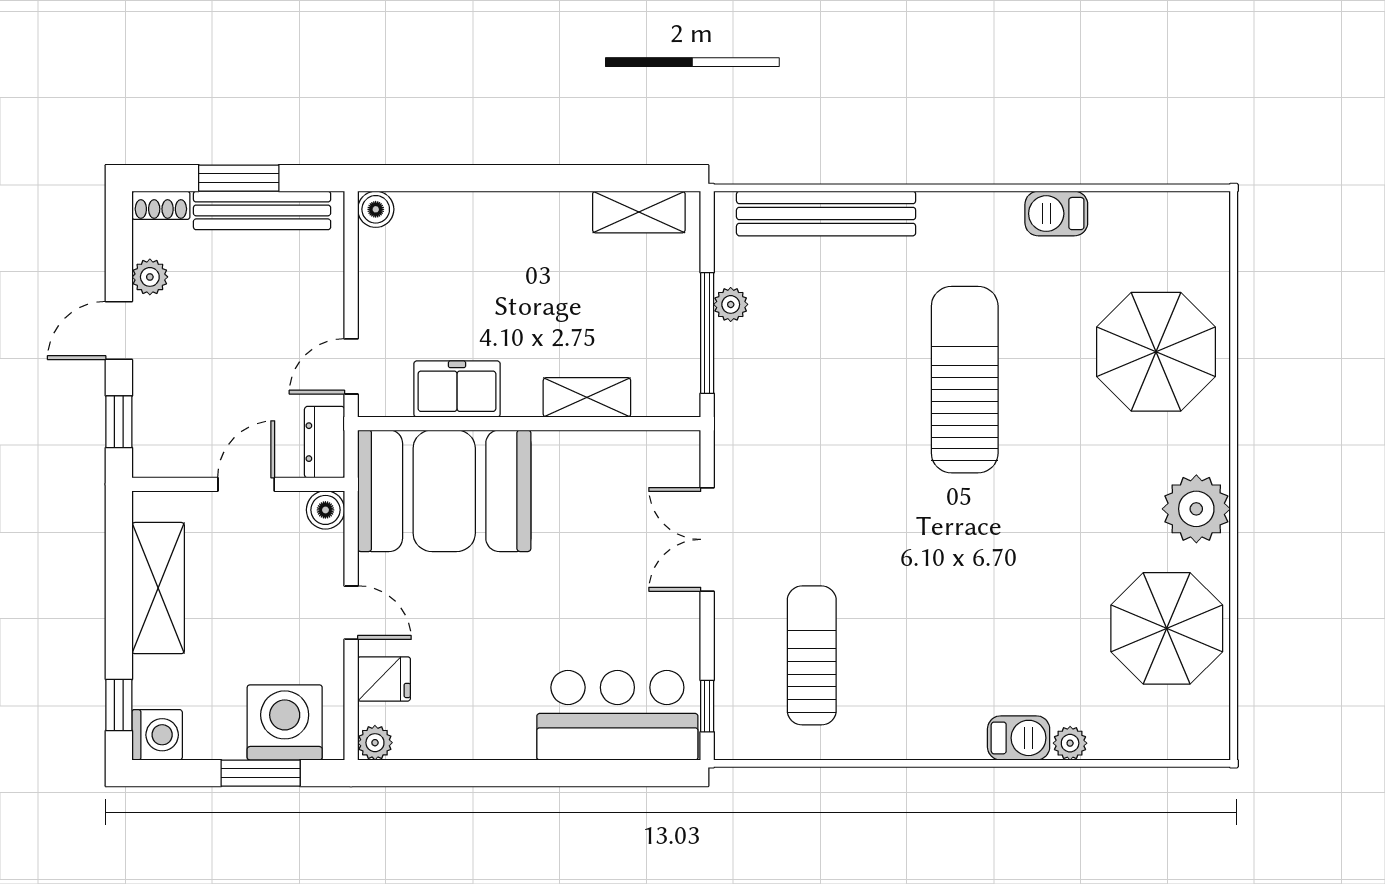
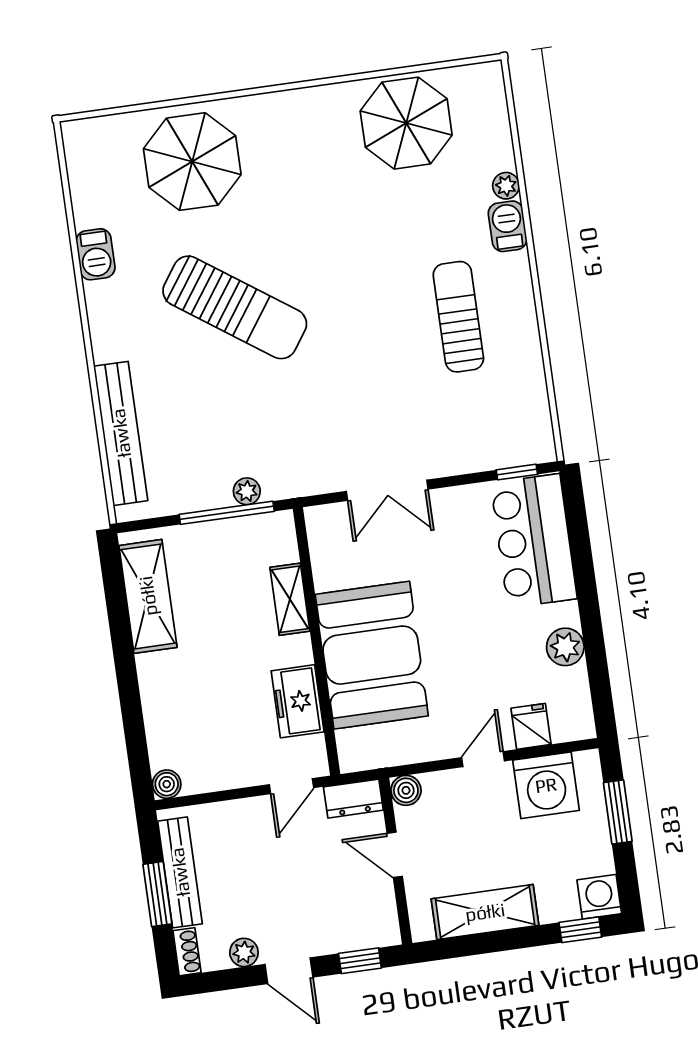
shelving: (639, 212) -> (148, 596), width x1.50, depth x1.33
plant: (731, 304) -> (247, 491), moved
door: (351, 366) -> (292, 786), hinge flipped
sun lounger: (965, 380) -> (235, 307), turned -145
booth: (444, 491) -> (372, 655), moved
plant: (1196, 509) -> (310, 113), removed
sun lounger: (812, 655) -> (458, 317), moved, turned 90
washing machine: (285, 722) -> (546, 785), moved, turned -90
plant: (375, 743) -> (565, 647), moved, width x1.38, depth x1.38

